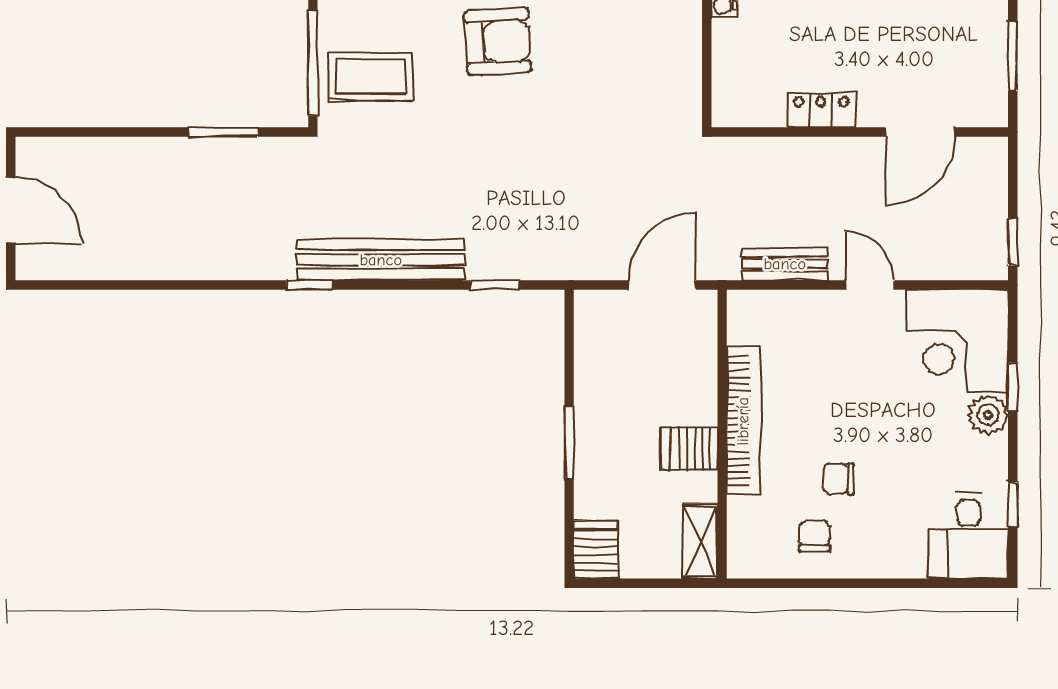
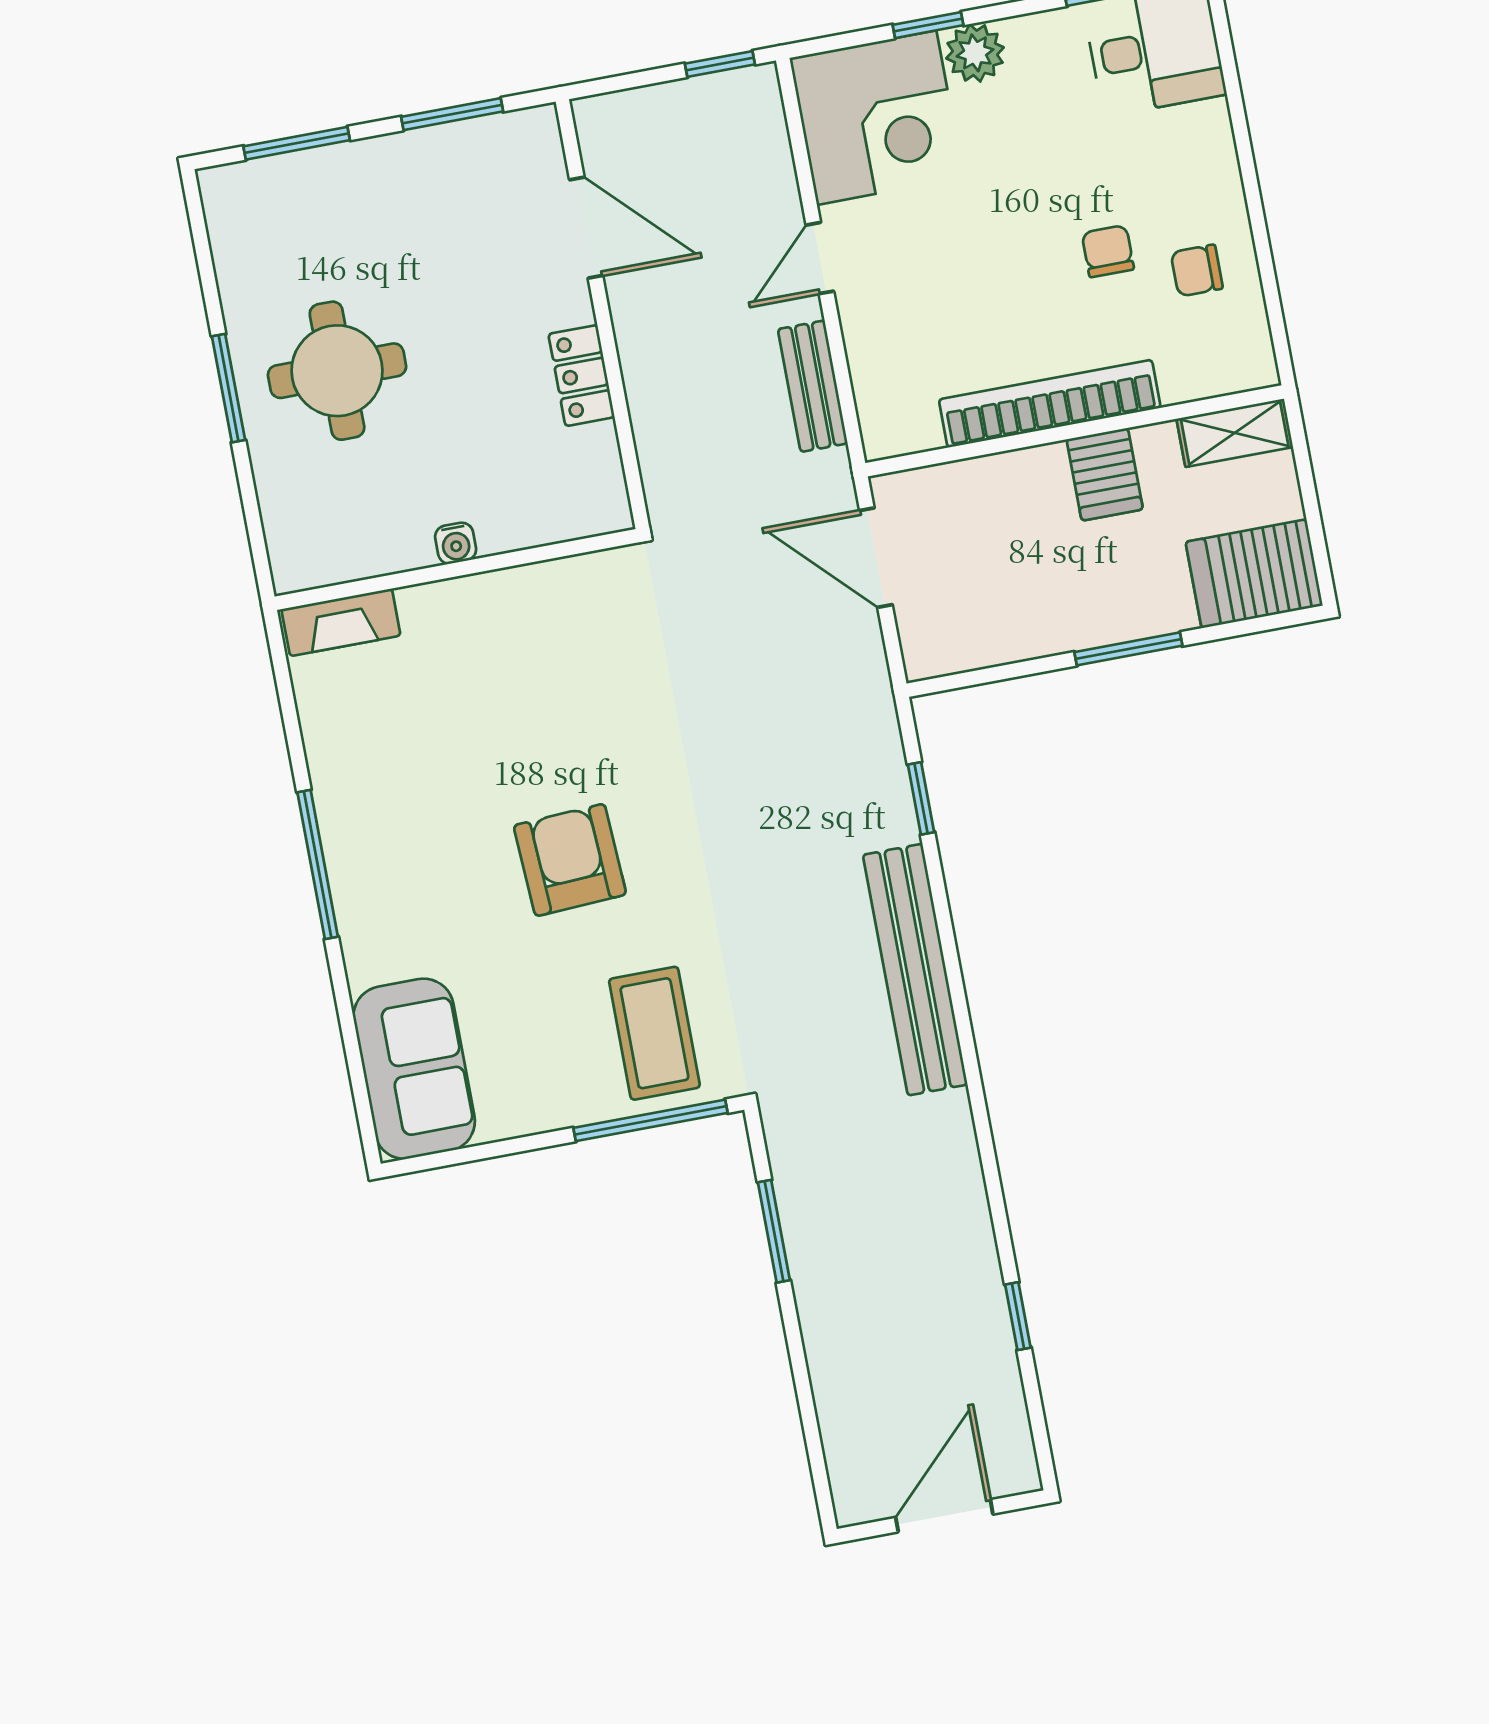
window: (309, 285) -> (1018, 1316), moved
chair: (838, 479) -> (1108, 251), turned 180
server rack: (596, 549) -> (1254, 574), width x1.36, depth x1.44

